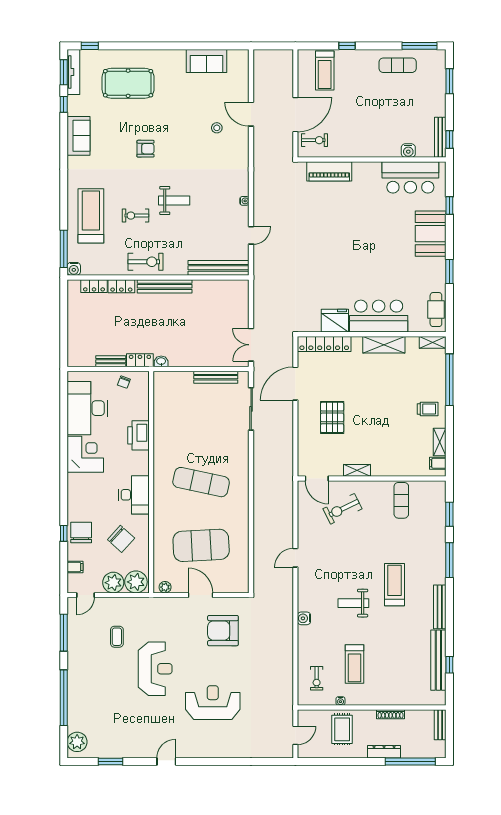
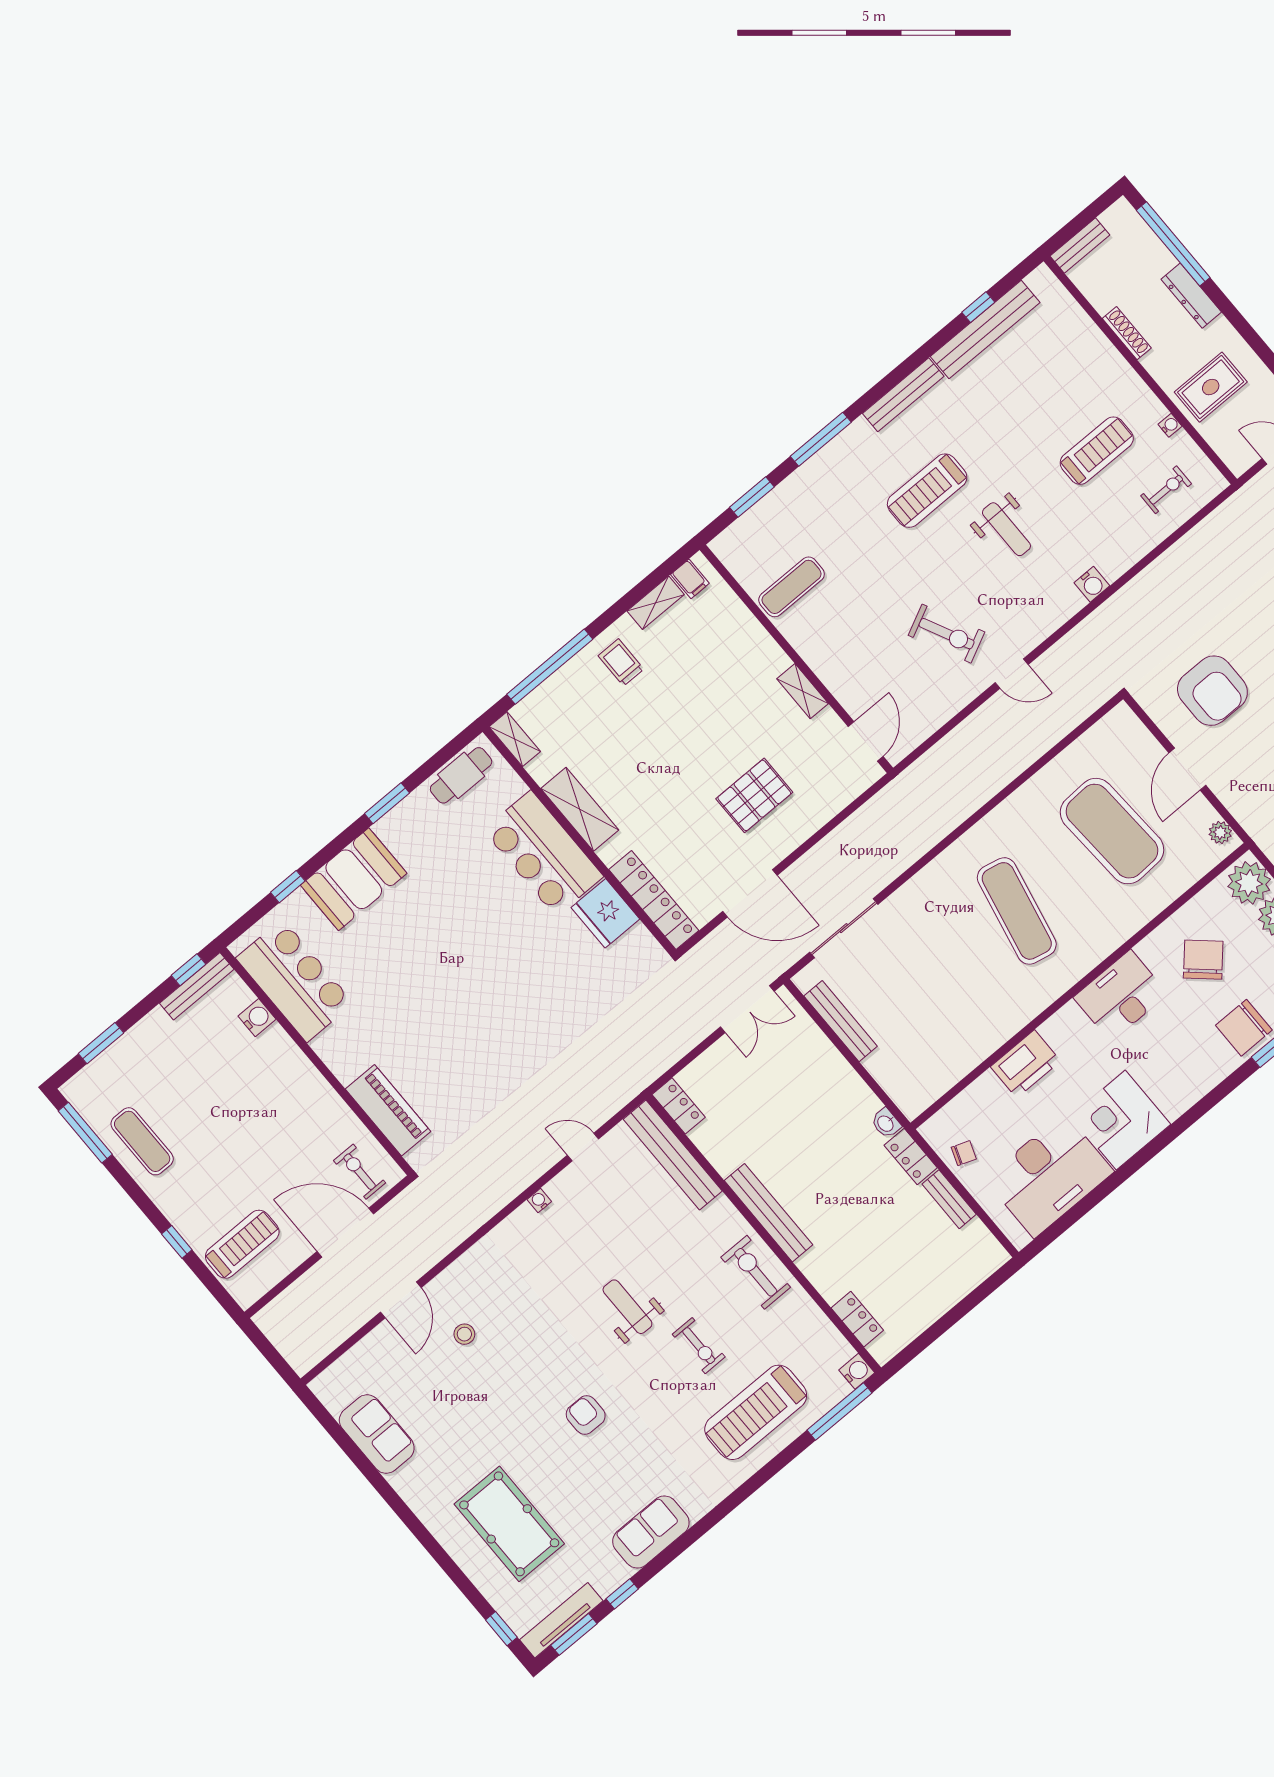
locker: (121, 286) -> (679, 1106), moved
exercise bike: (342, 509) -> (947, 634), moved

